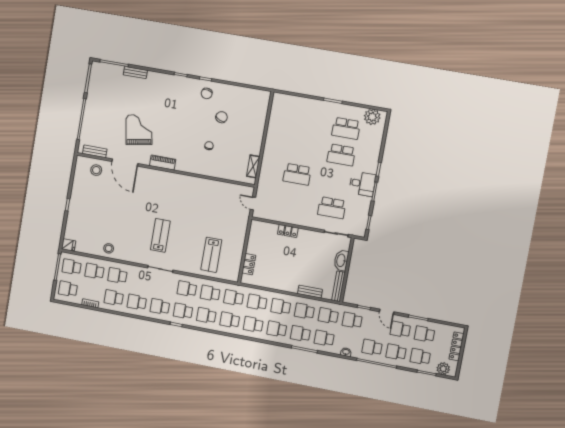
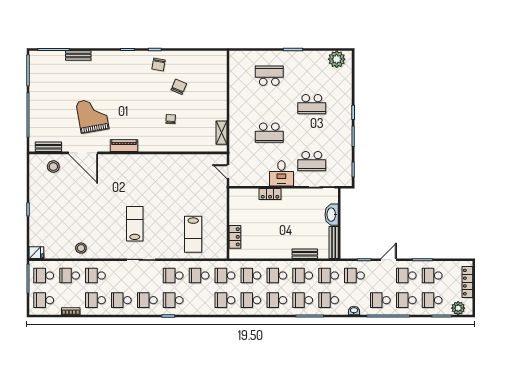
school desk: (346, 128) -> (269, 76), moved, turned 180
desk: (362, 184) -> (281, 173), moved, turned 90
door: (387, 312) -> (389, 260), swing flipped
school desk: (206, 316) -> (199, 300), removed

